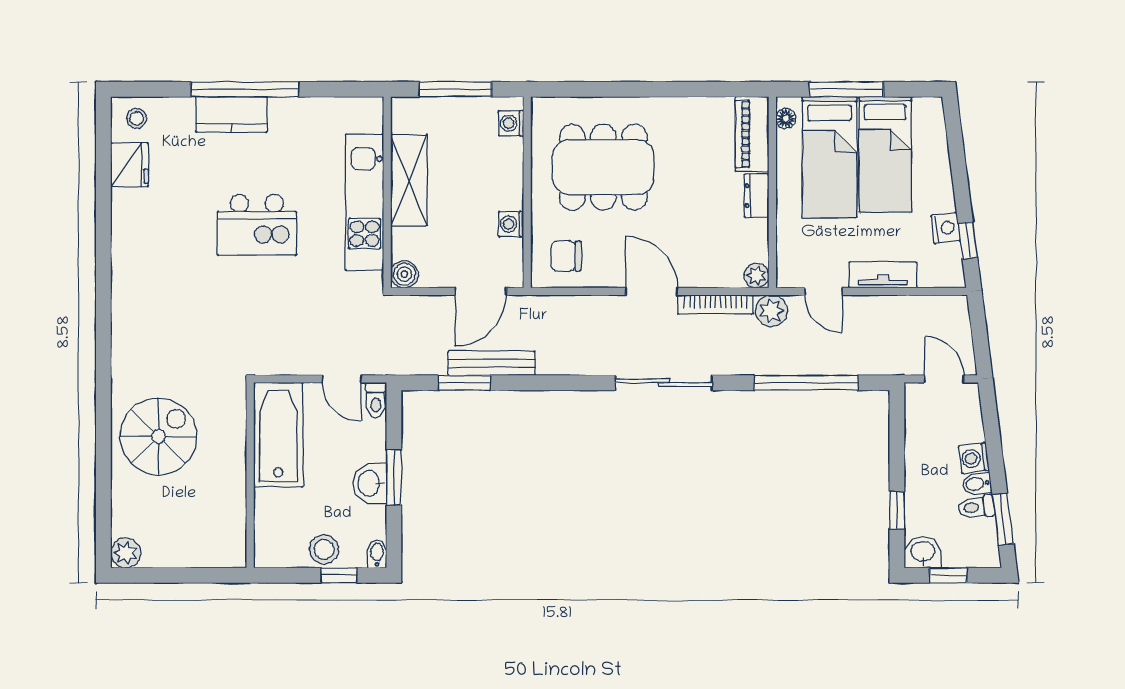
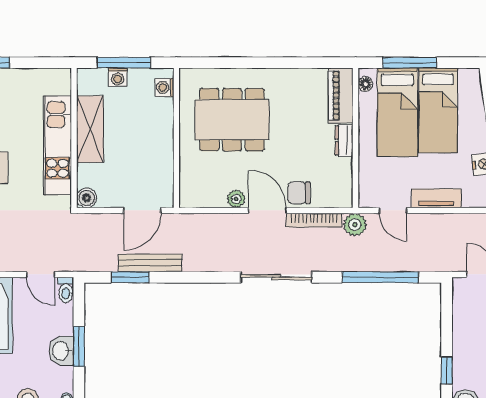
washing machine: (511, 224) -> (118, 77), moved, turned -90
chair: (566, 256) -> (299, 193), moved
plant: (756, 276) -> (236, 199), moved

